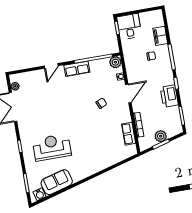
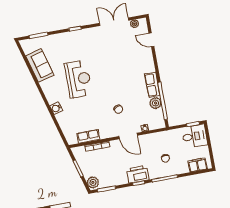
filing cabinet: (160, 36) -> (198, 165), moved
plant: (115, 62) -> (155, 103), moved
door: (51, 66) -> (151, 40), moved
printer: (169, 96) -> (138, 174), moved
plant: (161, 136) -> (93, 182), moved
reception desk: (52, 147) -> (78, 79), moved
water cooler: (40, 194) -> (56, 108), moved

